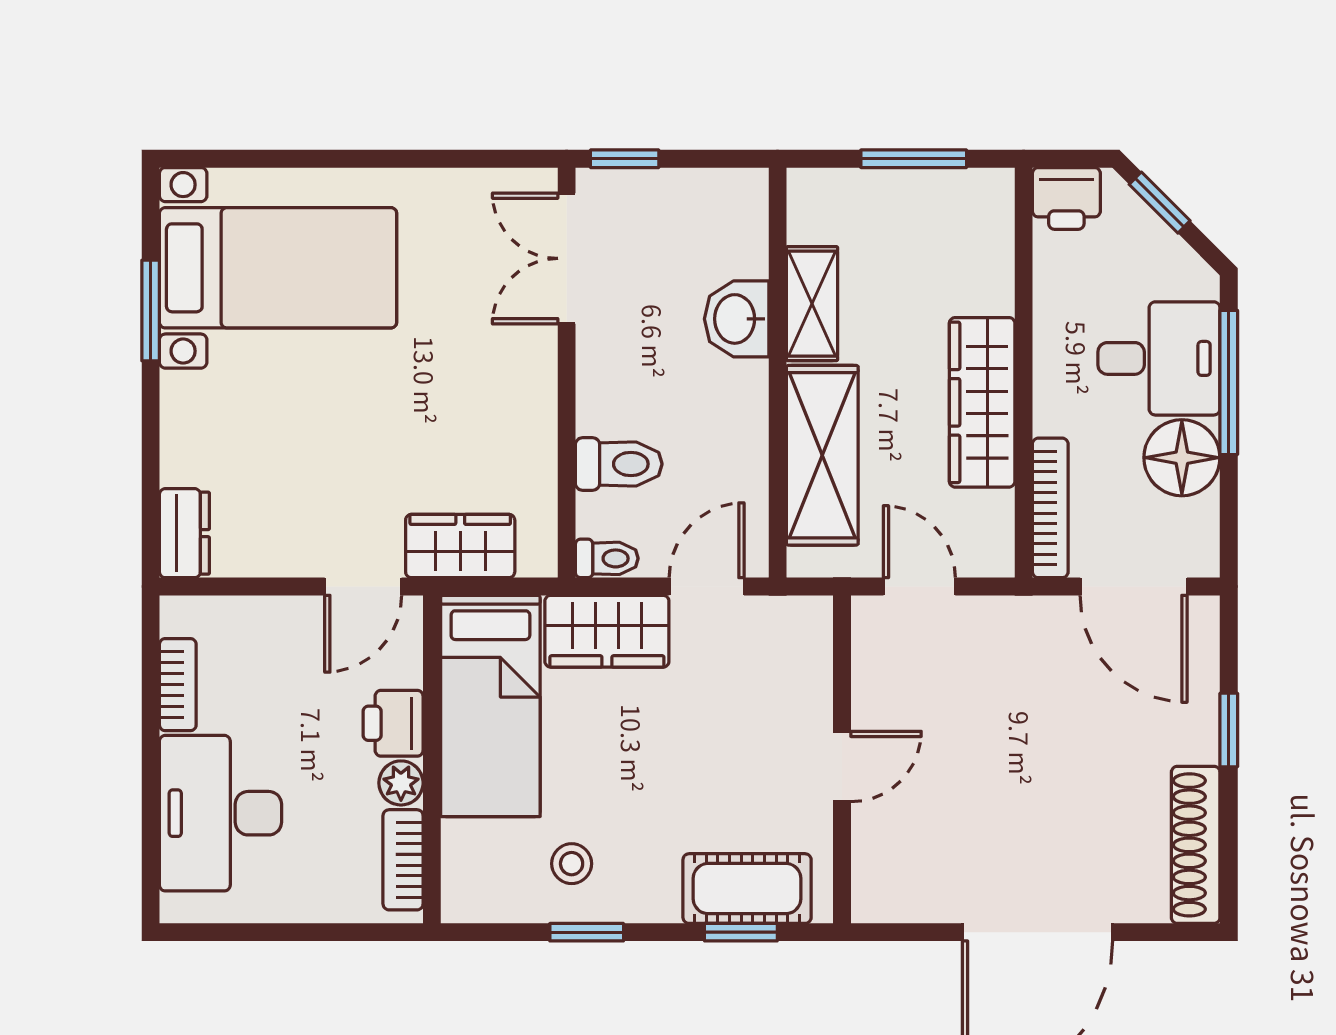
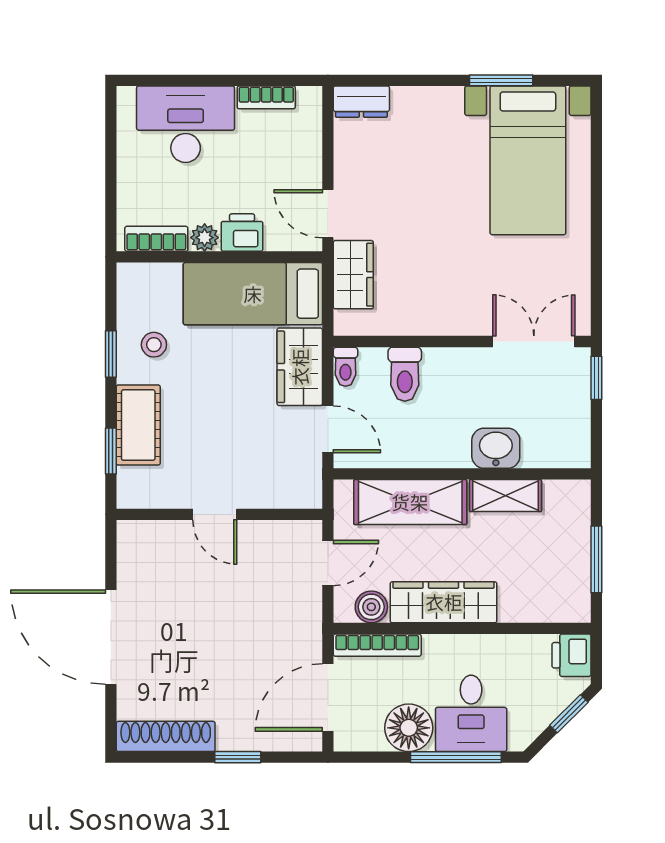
boiler: (989, 517) -> (371, 607), added
cot: (747, 889) -> (138, 425), moved

